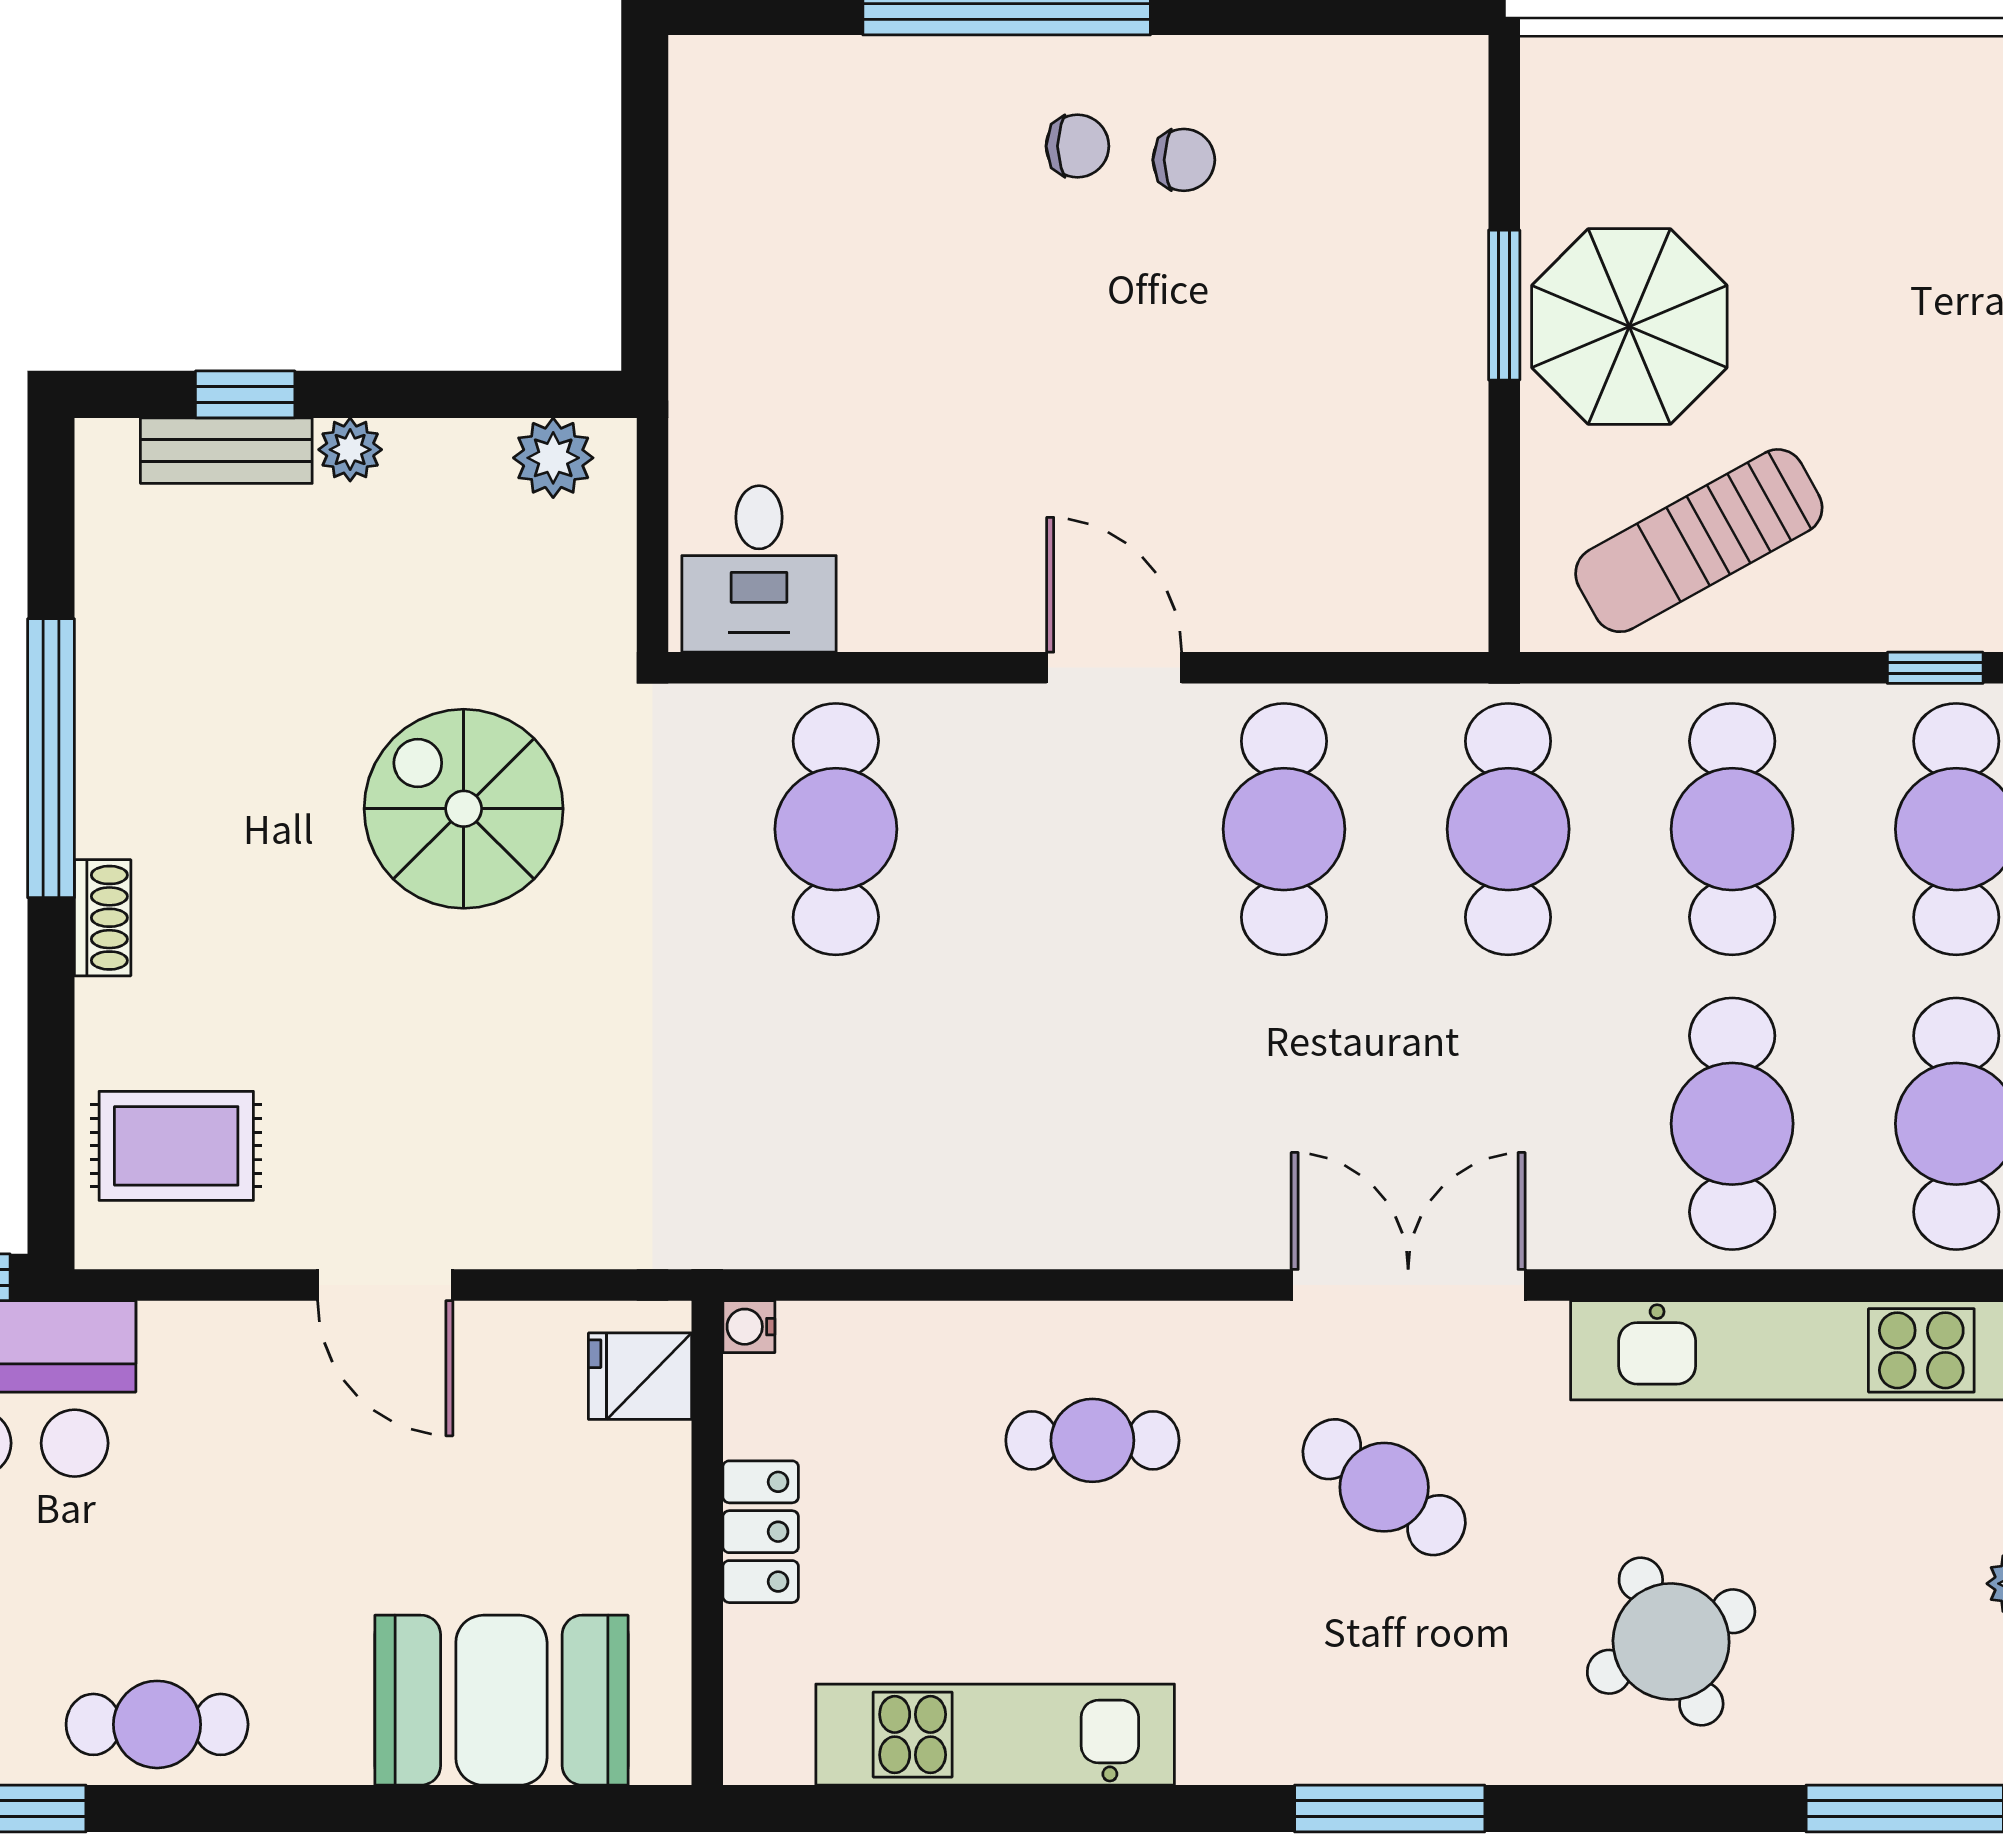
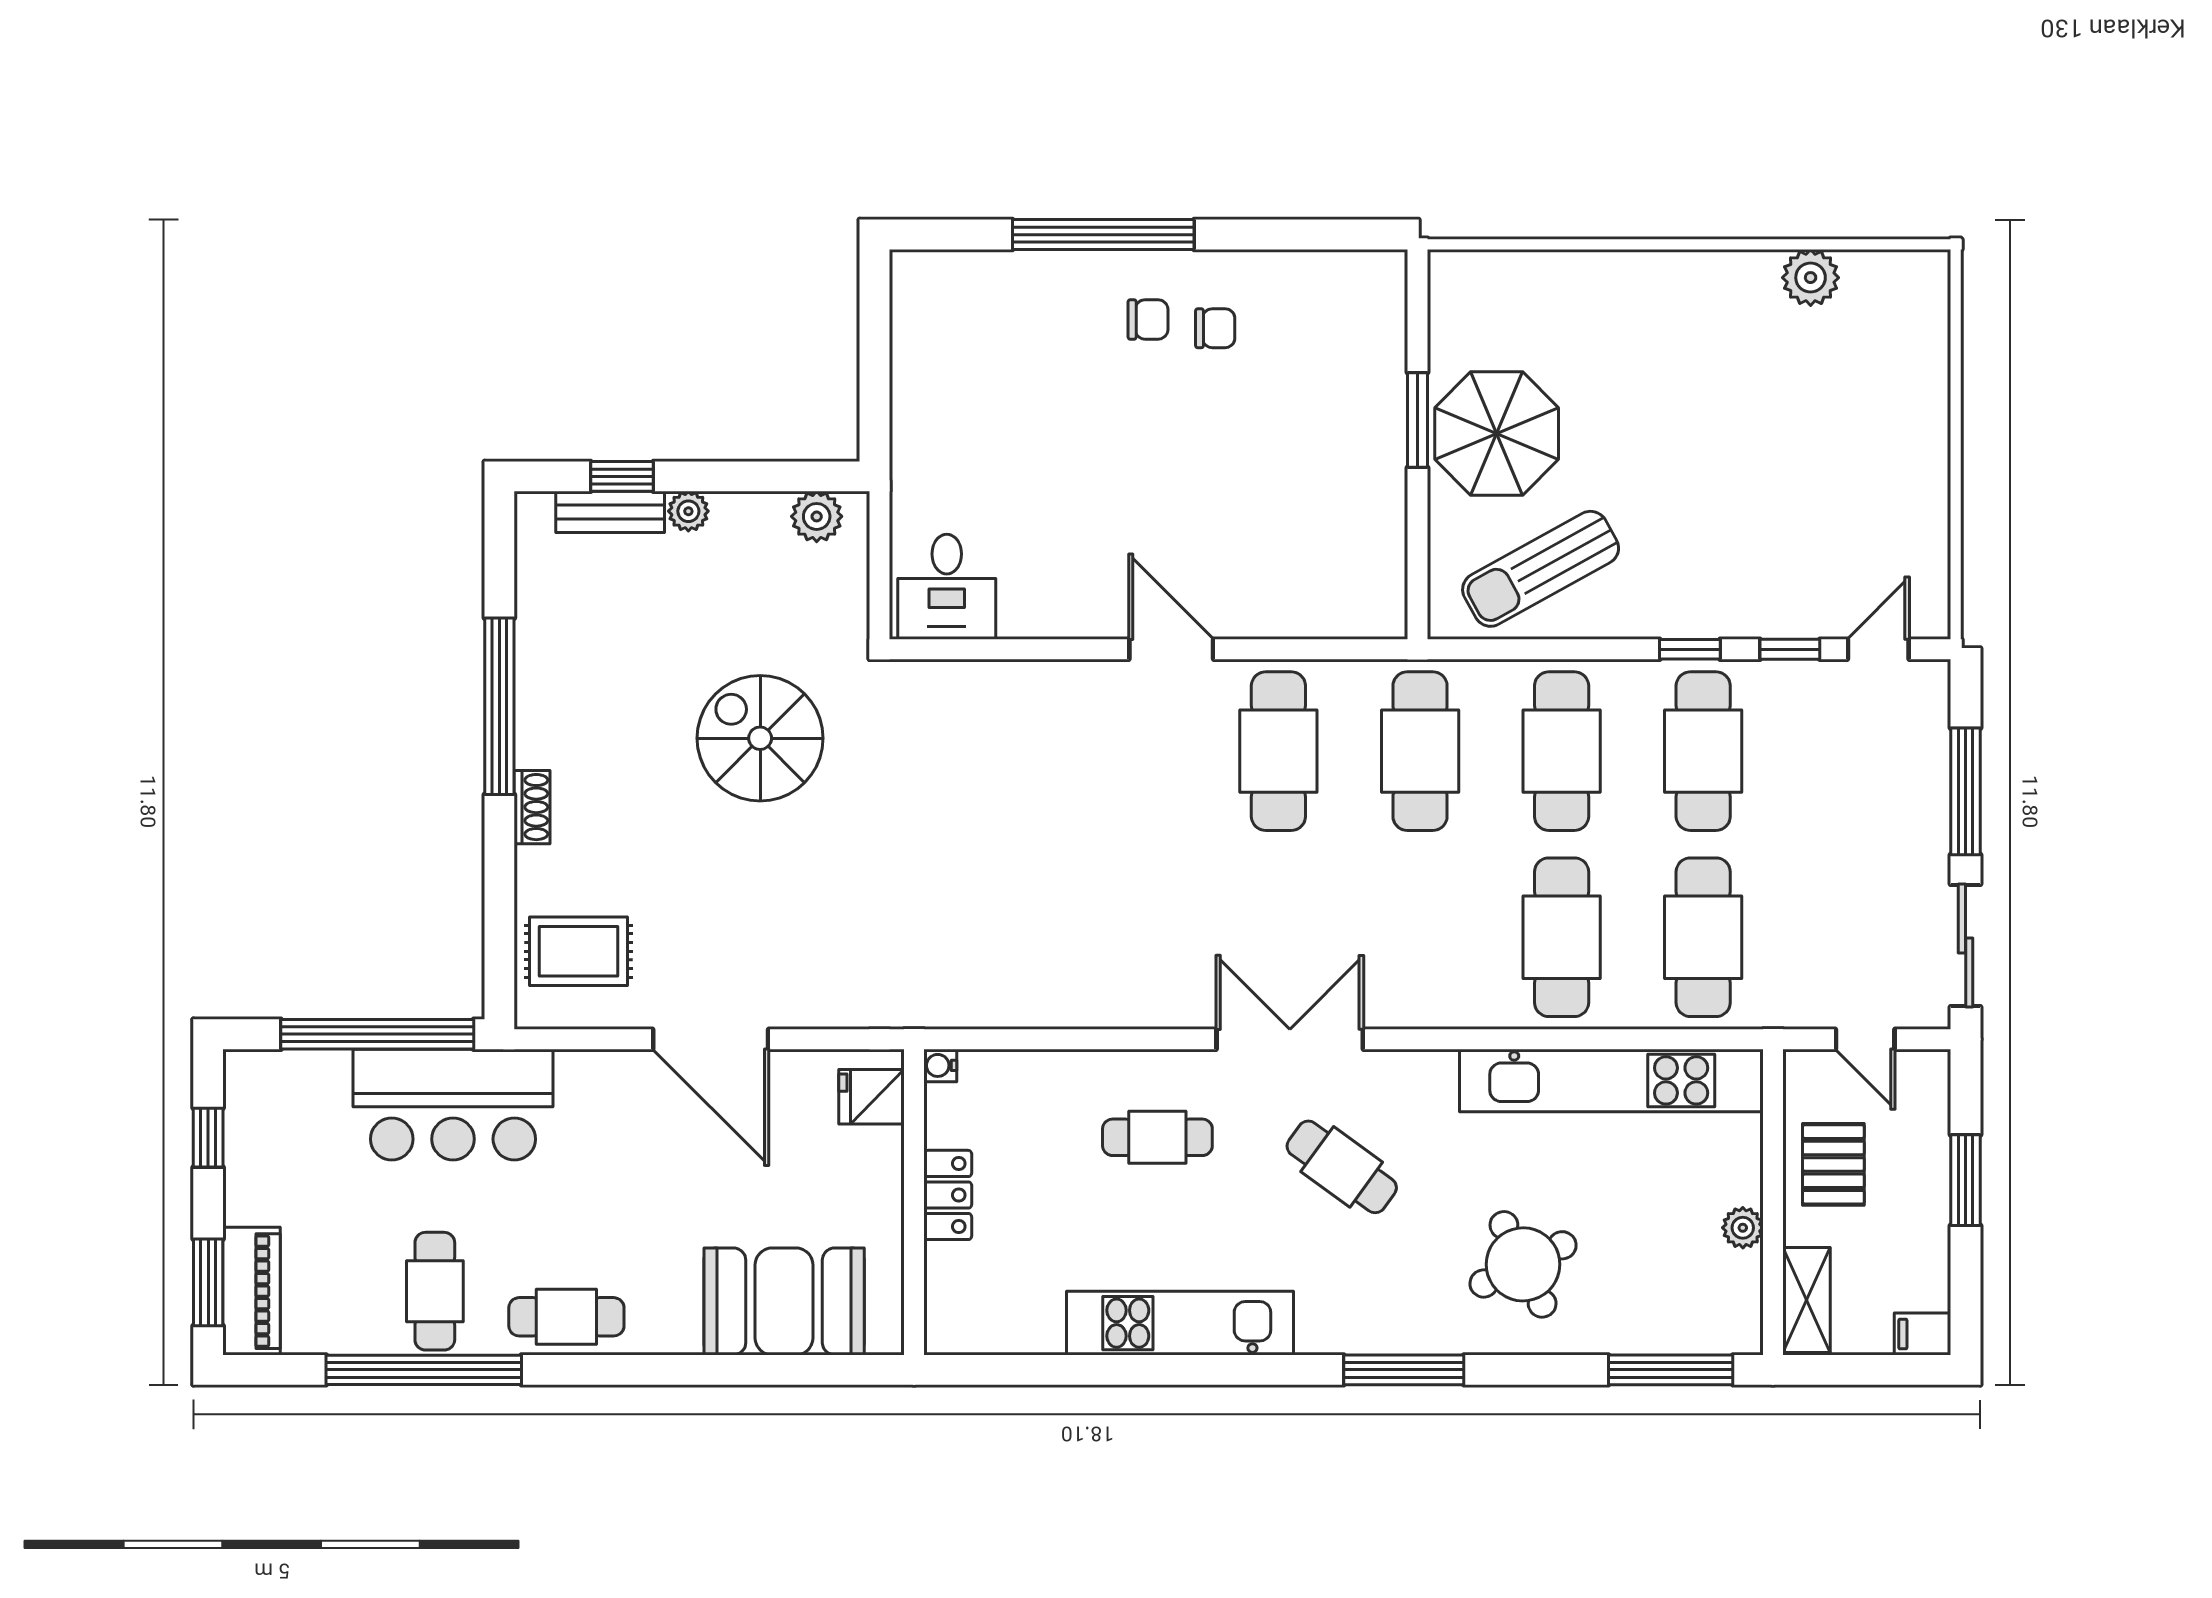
cafe table: (836, 829) -> (995, 751), removed
door: (385, 1285) -> (711, 1039), width x1.36
double door: (1408, 1285) -> (1290, 1039), moved
kitchen unit: (995, 1735) -> (1180, 1323), moved
window: (1390, 1809) -> (1404, 1370), moved

